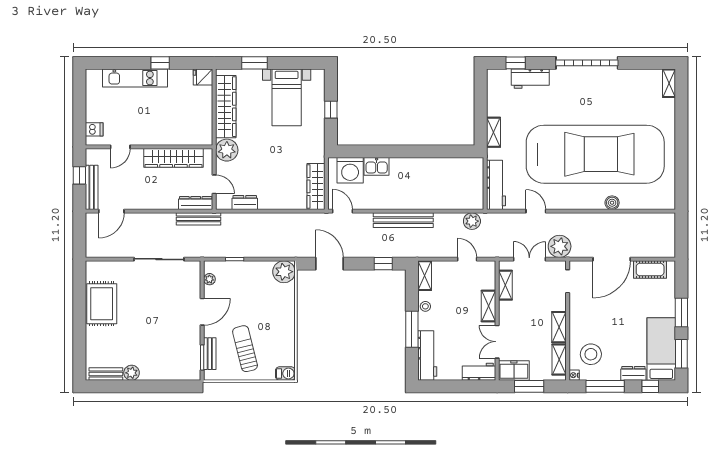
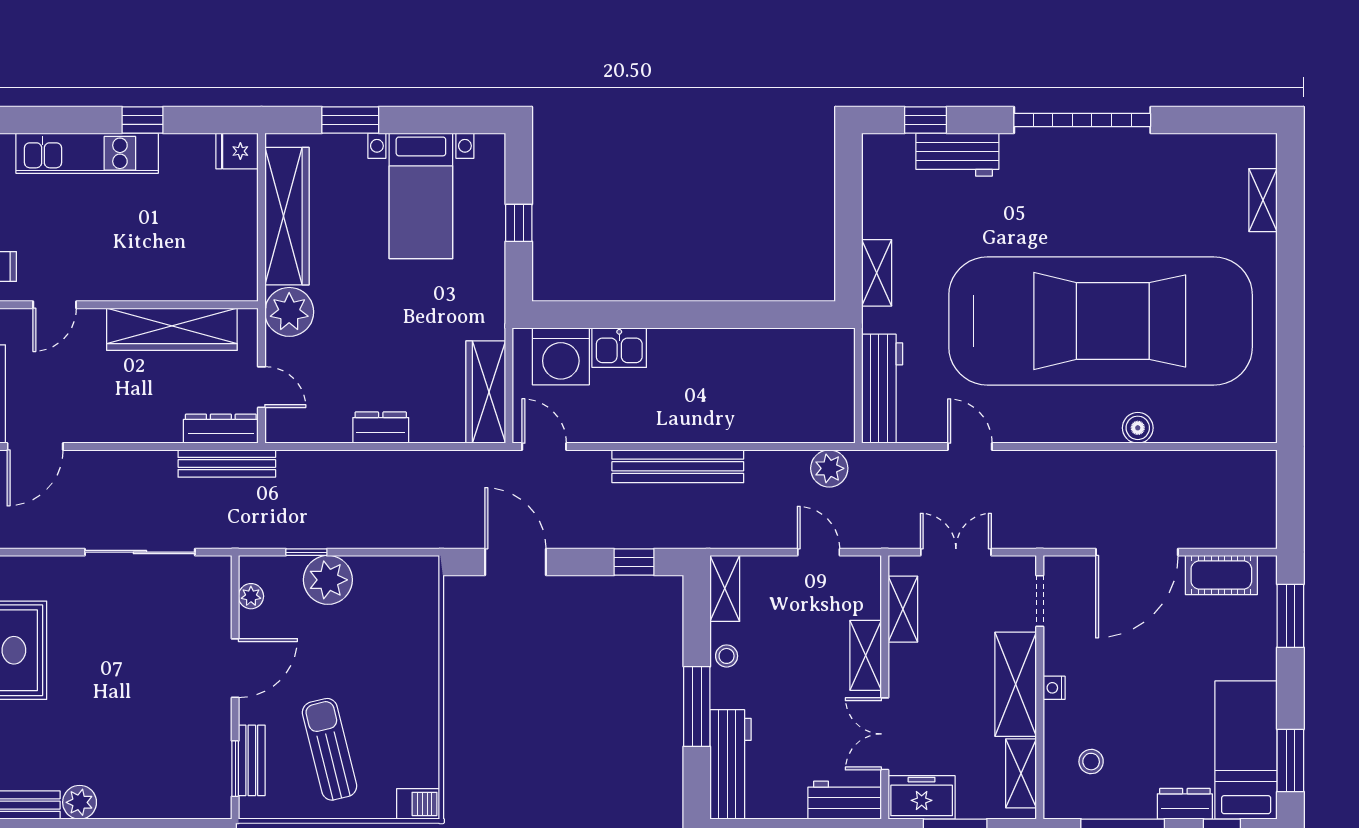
shelving: (669, 83) -> (1263, 200), moved
dresser: (245, 203) -> (381, 428), moved
plant: (560, 246) -> (1022, 524), removed
plant: (284, 272) -> (328, 580), moved
window: (681, 312) -> (1290, 616), moved
shelving: (559, 327) -> (1016, 684), width x1.50, depth x1.33
stool: (591, 354) -> (1091, 762), width x0.53, depth x0.53
nightstand: (574, 375) -> (1054, 688), moved

